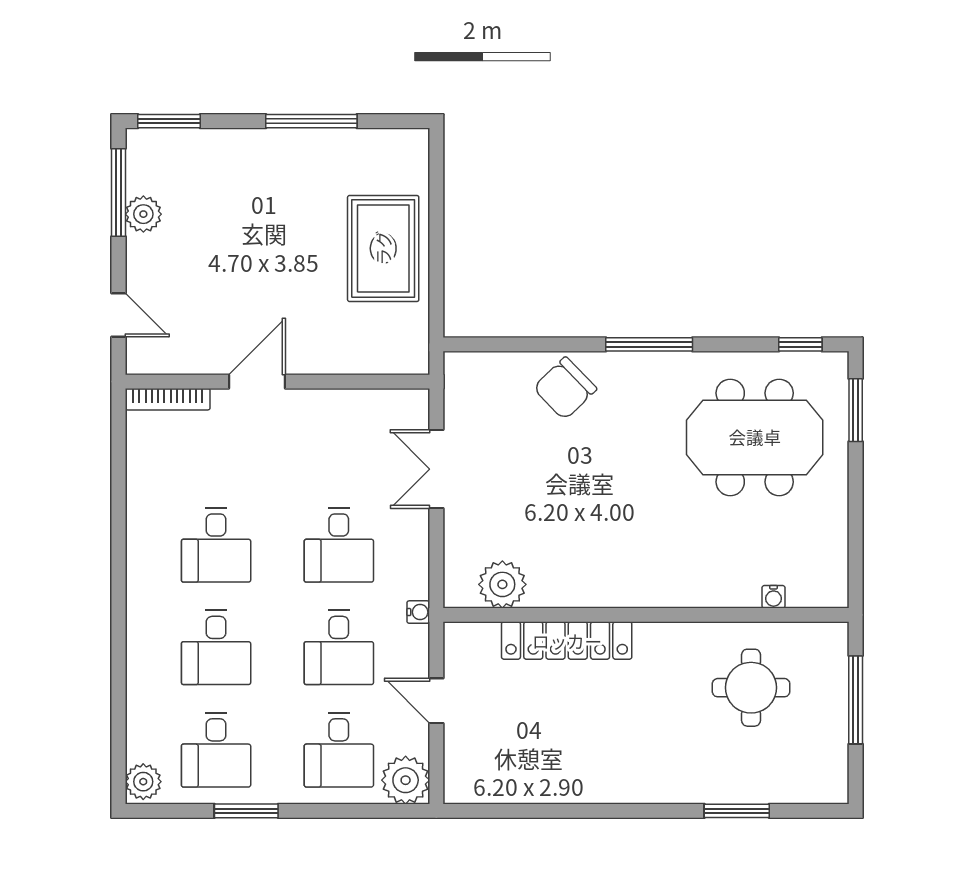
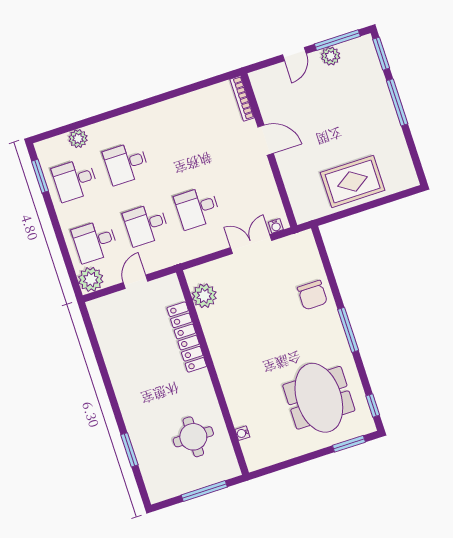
window: (311, 121) -> (397, 102), moved
door: (119, 315) -> (294, 54), moved
chair: (565, 388) -> (312, 295), turned -136
desk: (216, 545) -> (177, 146), removed
water cooler: (418, 612) -> (276, 226), moved
plant: (143, 782) -> (78, 139), moved
window: (246, 811) -> (40, 176), moved

